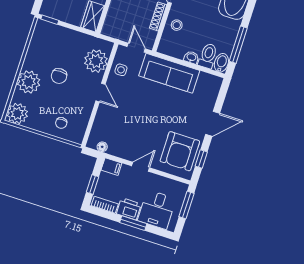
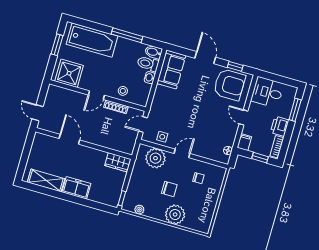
window: (238, 45) -> (127, 35), moved
sofa: (169, 73) -> (171, 69), moved, width x0.73
plant: (17, 114) -> (139, 210), moved, width x0.53, depth x0.53
chair: (61, 123) -> (198, 178), moved
window: (186, 205) -> (275, 78), removed
desk: (157, 210) -> (267, 92), moved, turned 180
window: (133, 223) -> (295, 110), moved

